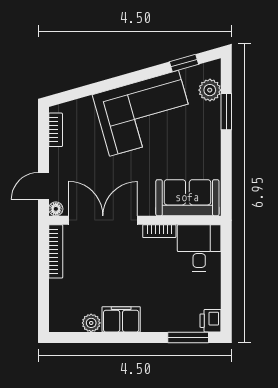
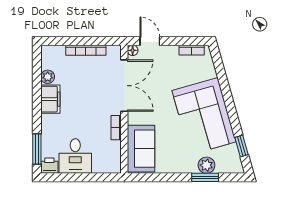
plant: (210, 90) -> (206, 165), moved
desk: (199, 248) -> (75, 156), moved, turned 90
bookcase: (56, 251) -> (86, 50), moved

